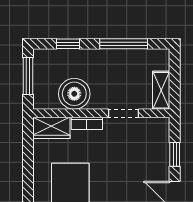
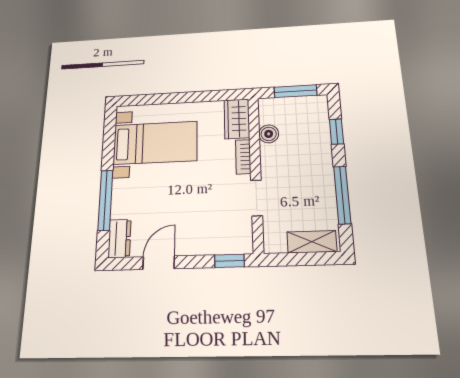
shelving: (161, 90) -> (312, 242), moved
boiler: (74, 94) -> (269, 134), width x0.54, depth x0.54
window: (175, 154) -> (229, 261), moved

